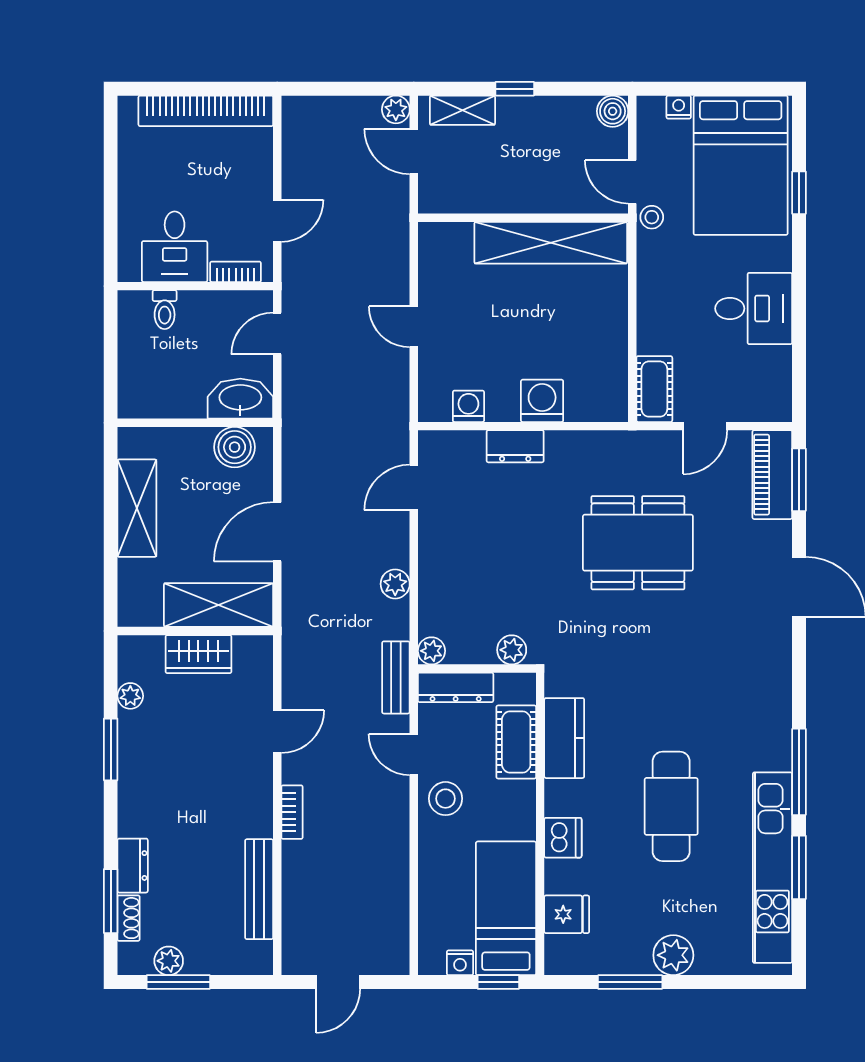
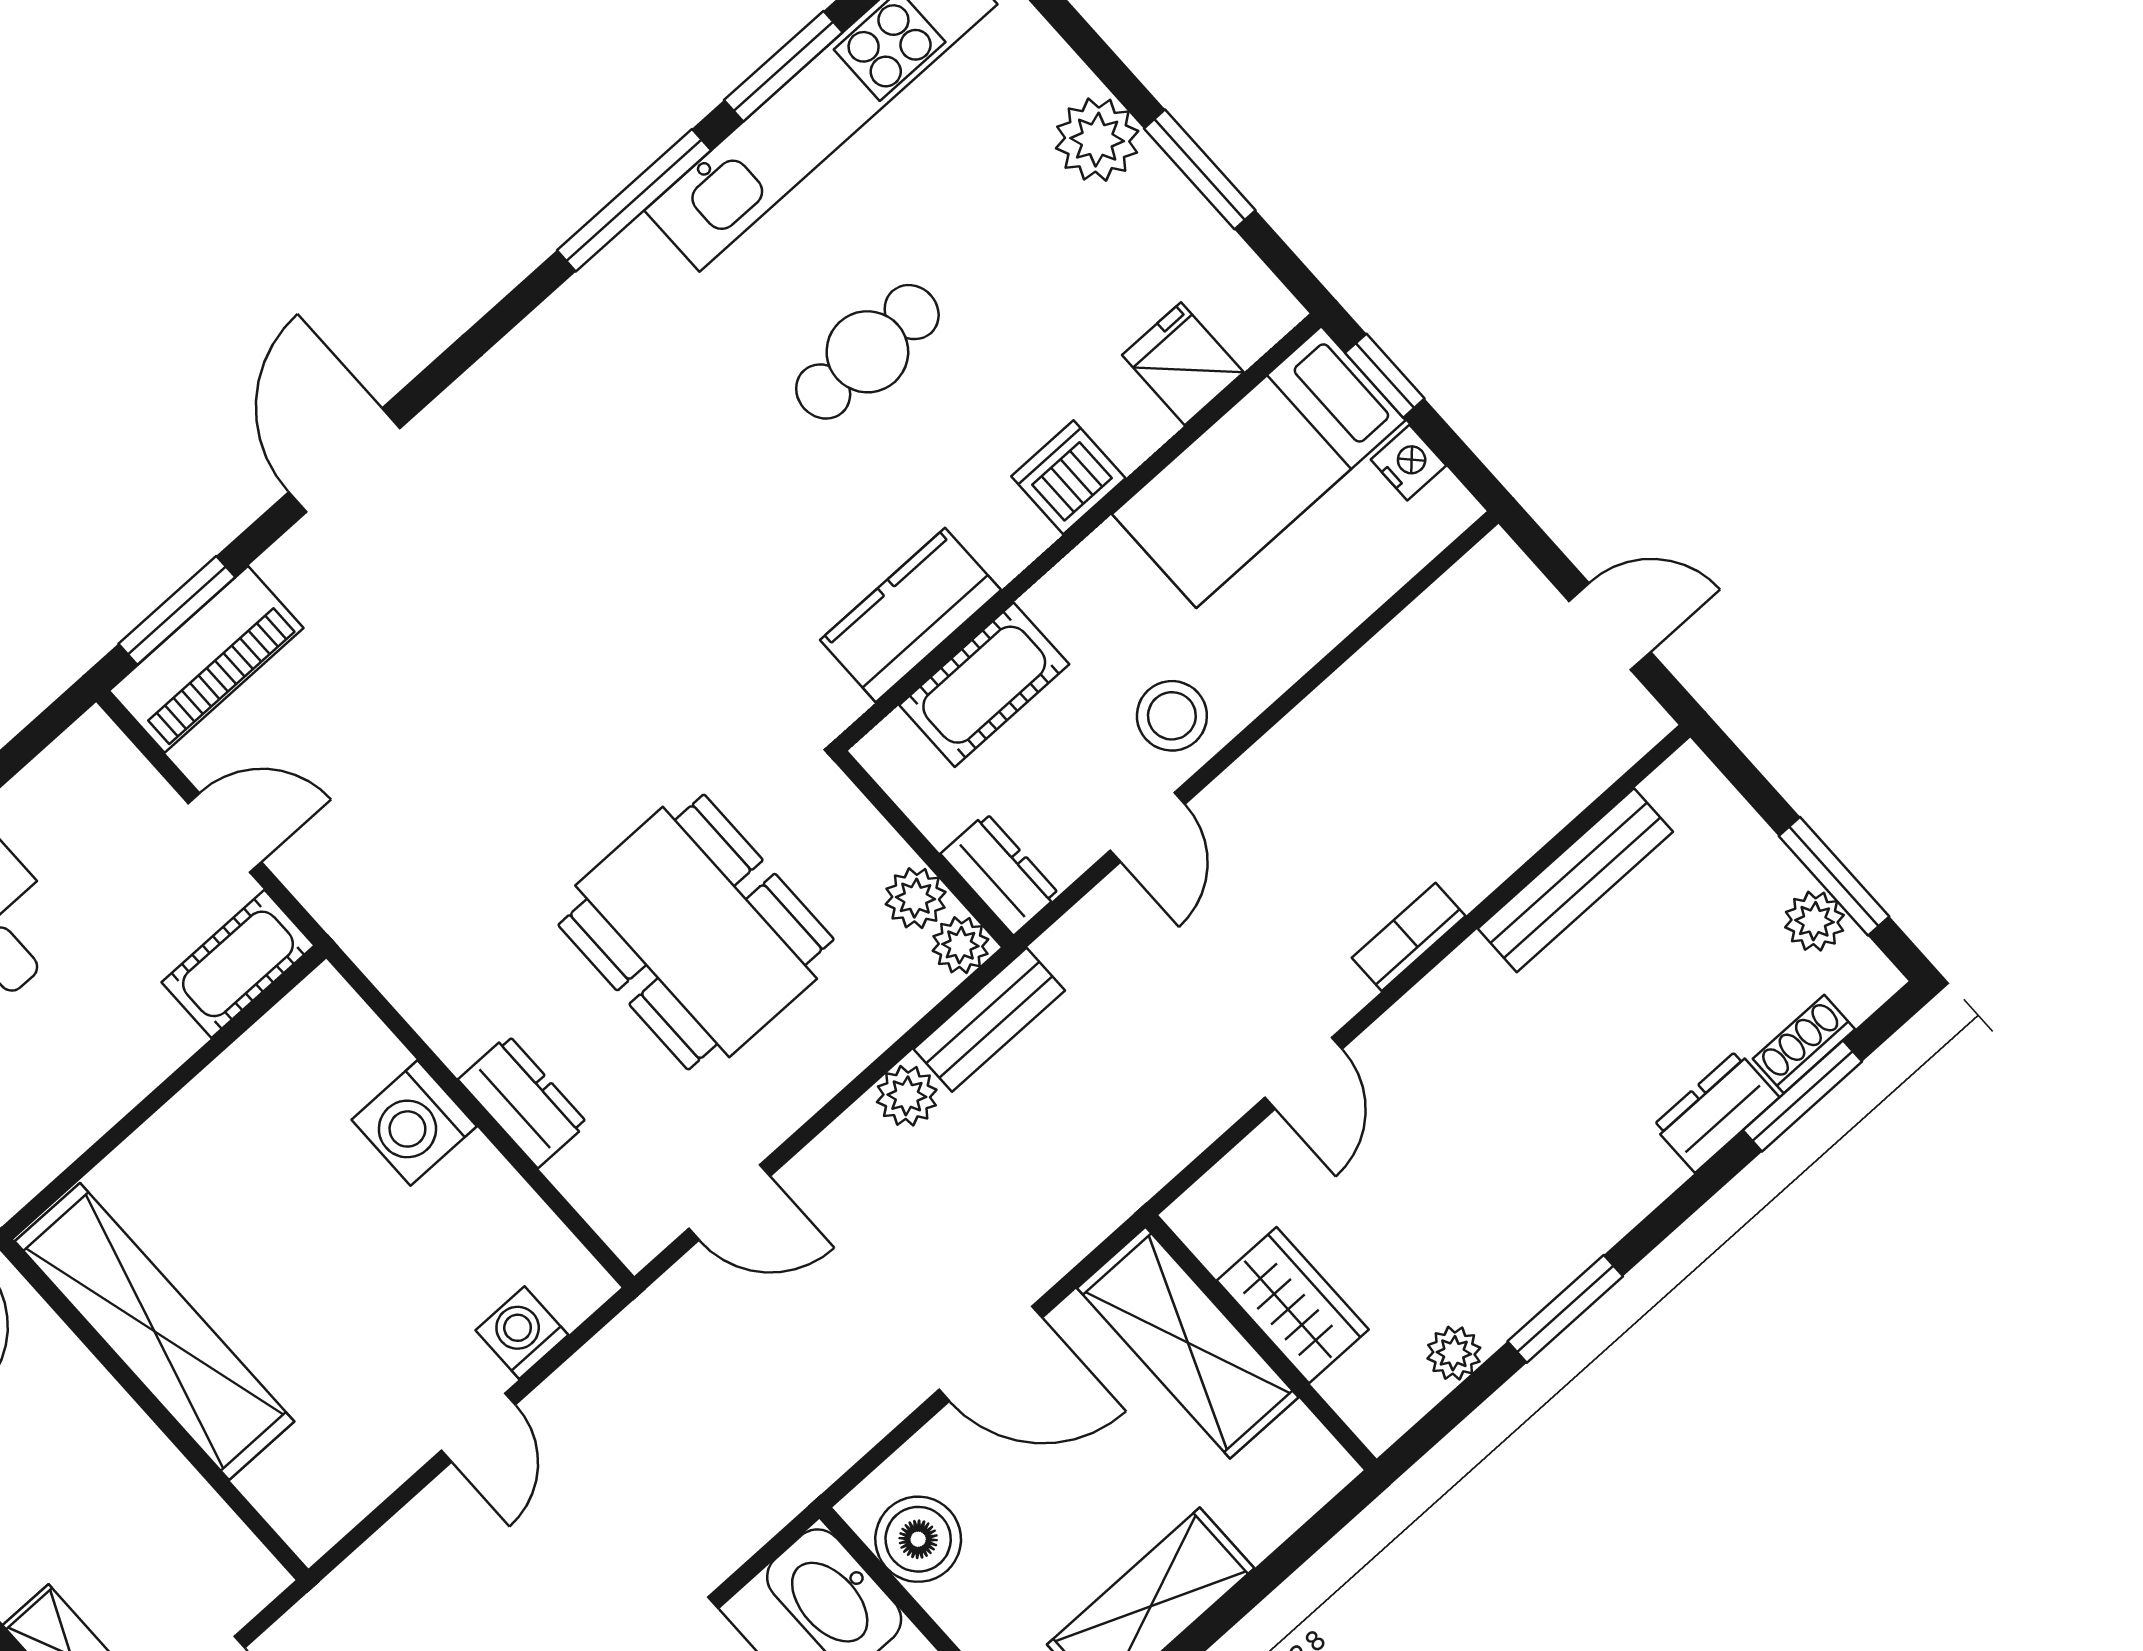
washing machine: (468, 406) -> (522, 1333), moved, turned 90
dining table: (638, 543) -> (696, 932), moved
plant: (512, 650) -> (916, 898), moved
bench: (396, 677) -> (989, 1020), moved
dresser: (456, 687) -> (1000, 874), width x0.70
door: (277, 732) -> (1303, 1073), swing flipped
cafe table: (671, 806) -> (867, 352), width x0.73, depth x0.74

